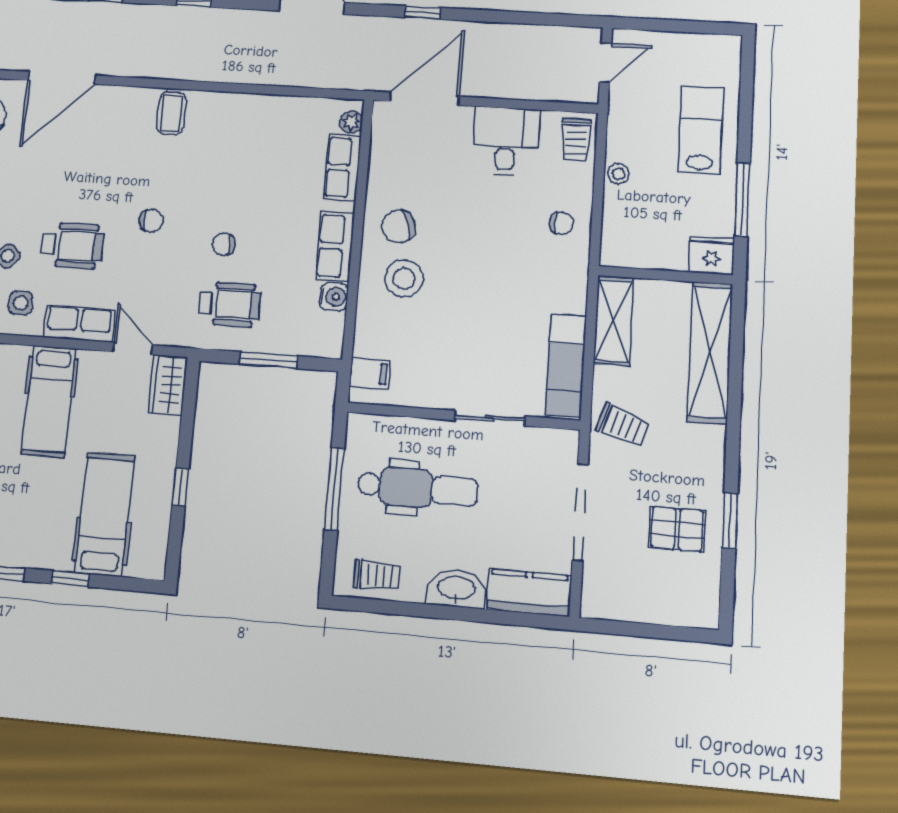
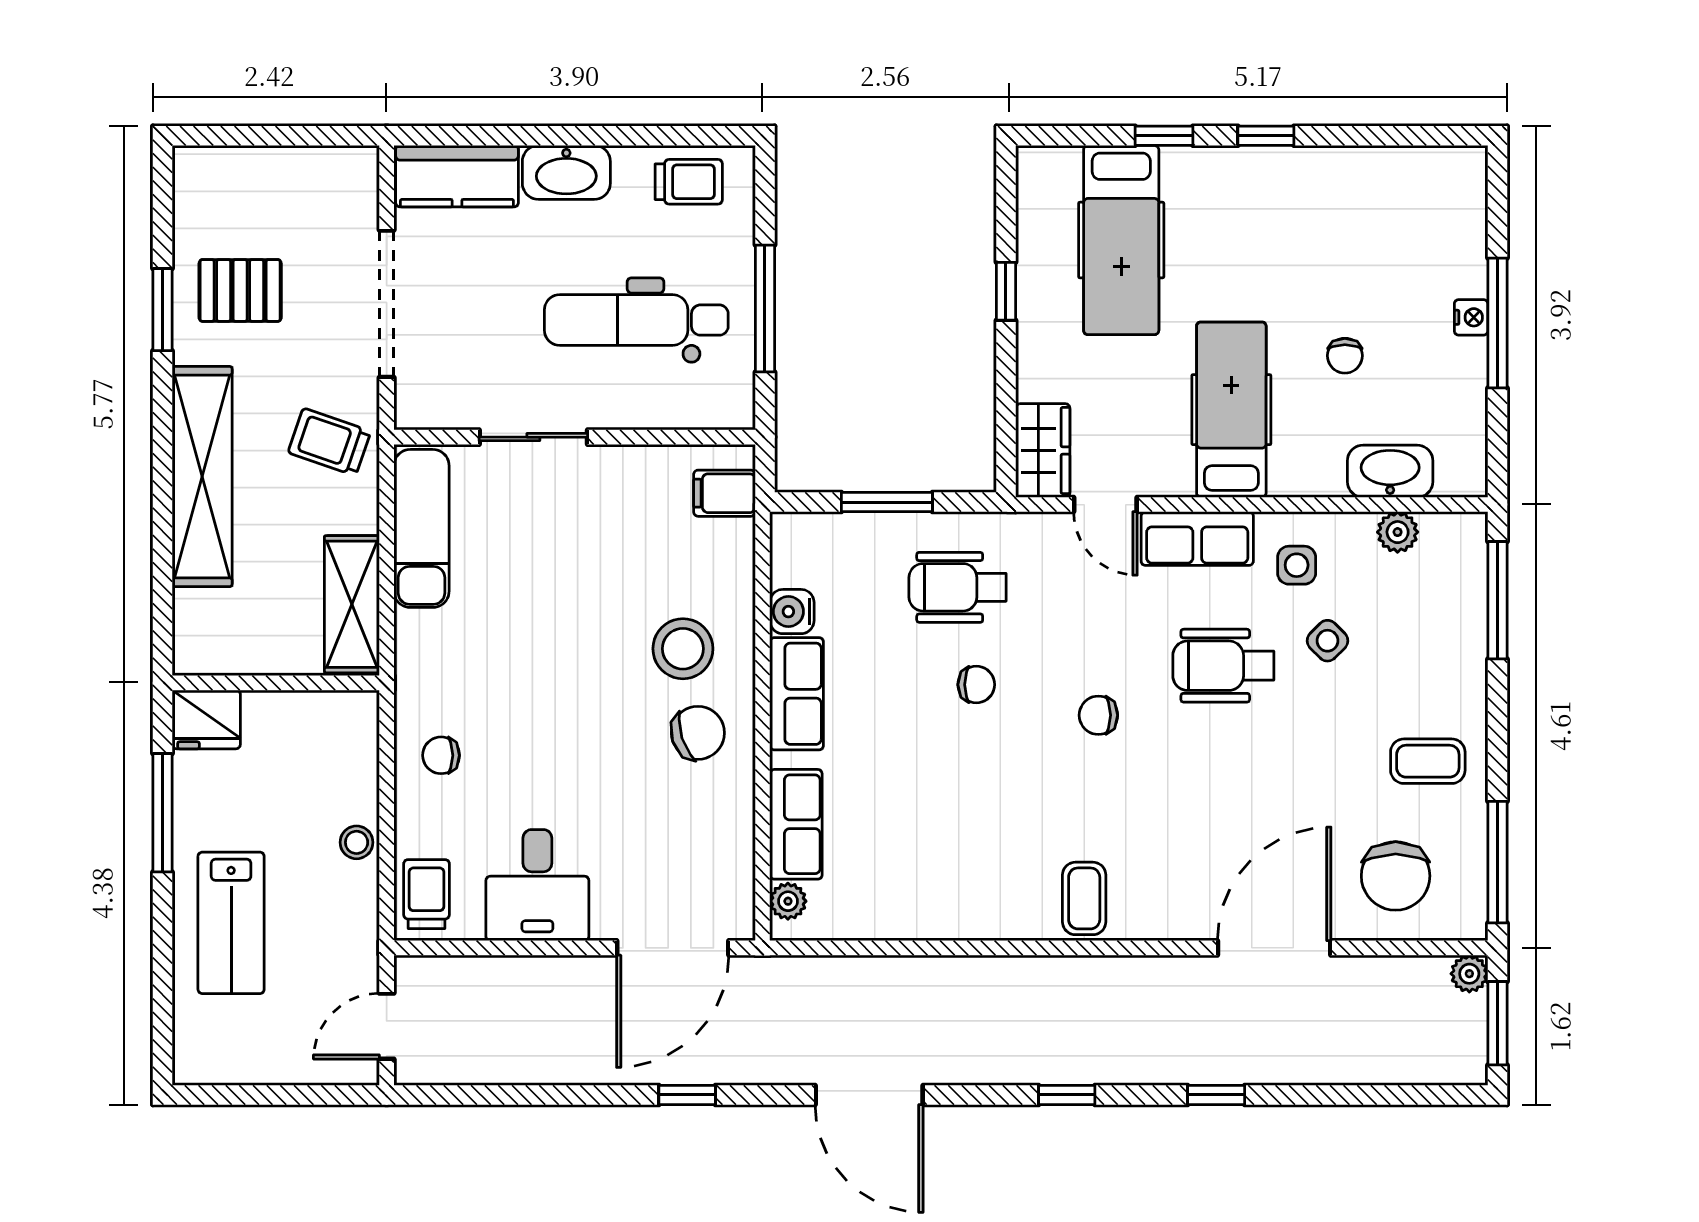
shelving: (710, 352) -> (202, 477), moved
trolley: (377, 576) -> (689, 182), turned 180

